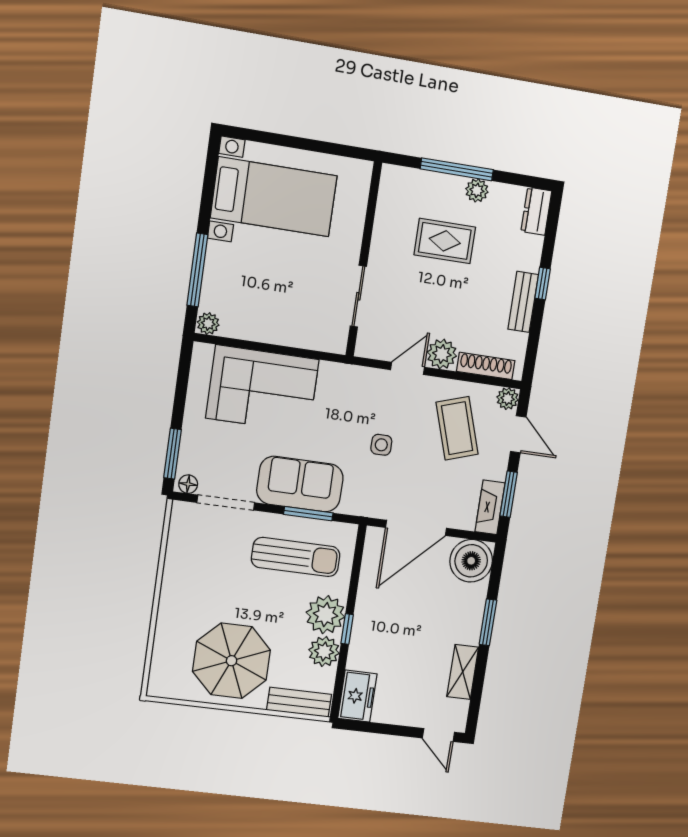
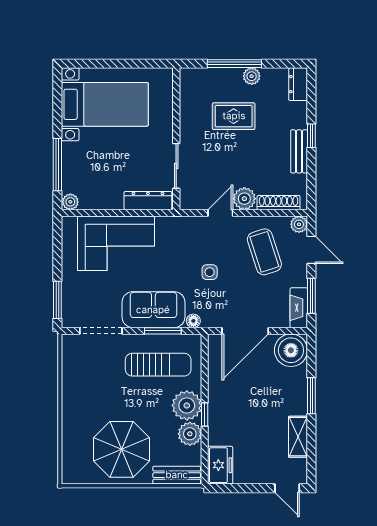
dresser: (314, 338) -> (148, 201), added
floor lamp: (188, 484) -> (193, 321), moved

